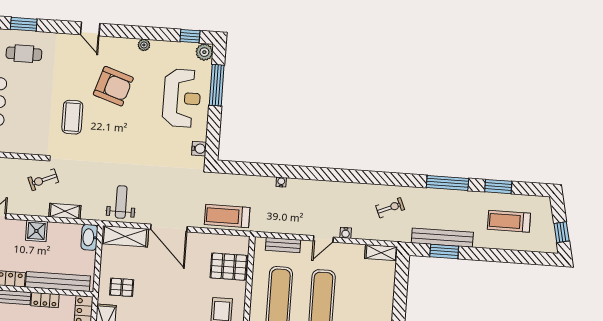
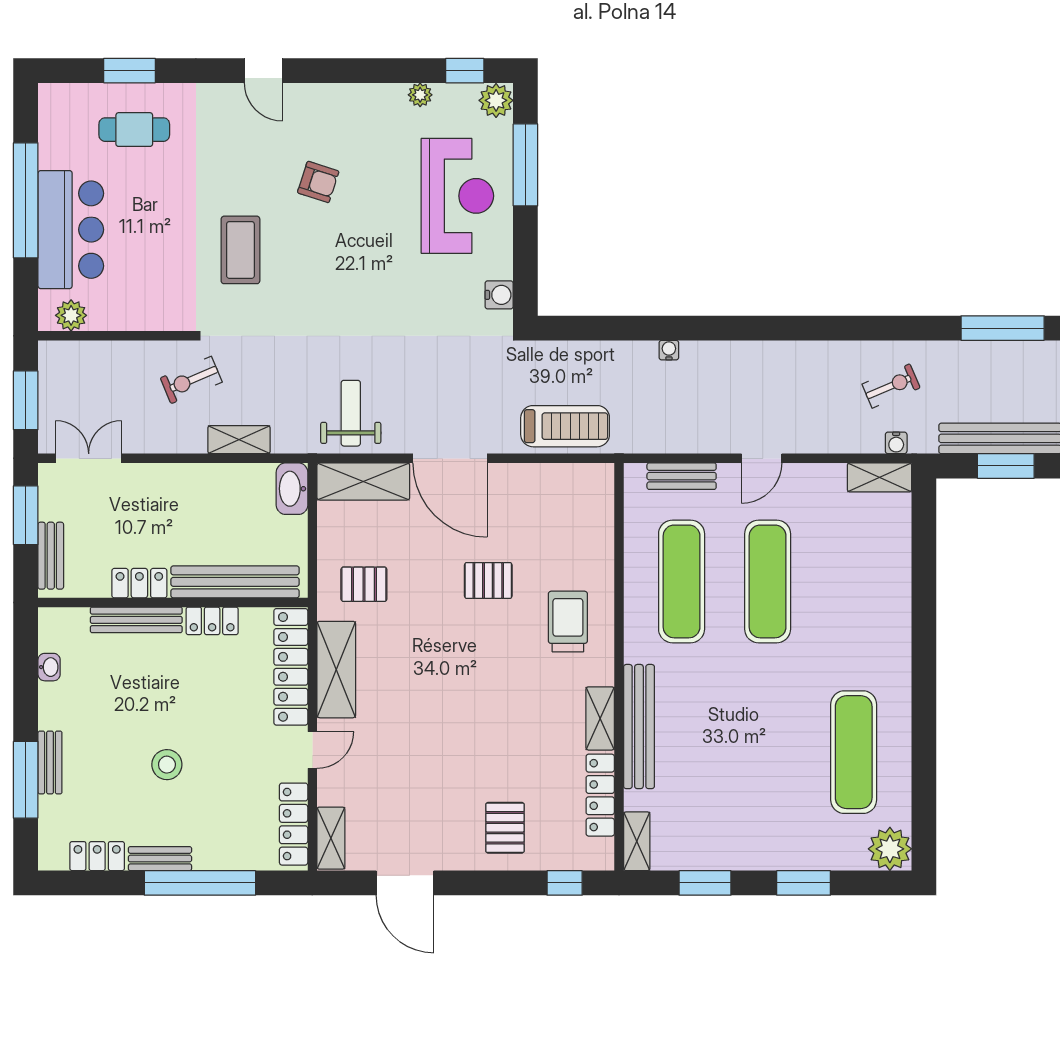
plant: (144, 45) -> (420, 95), moved
armchair: (113, 86) -> (318, 182), width x0.53, depth x0.53
treadmill: (227, 216) -> (565, 426), turned 180
shower: (36, 231) -> (185, 483), removed
water cooler: (346, 233) -> (896, 443), moved
pallet: (229, 267) -> (488, 580), moved, width x0.67, depth x0.71

